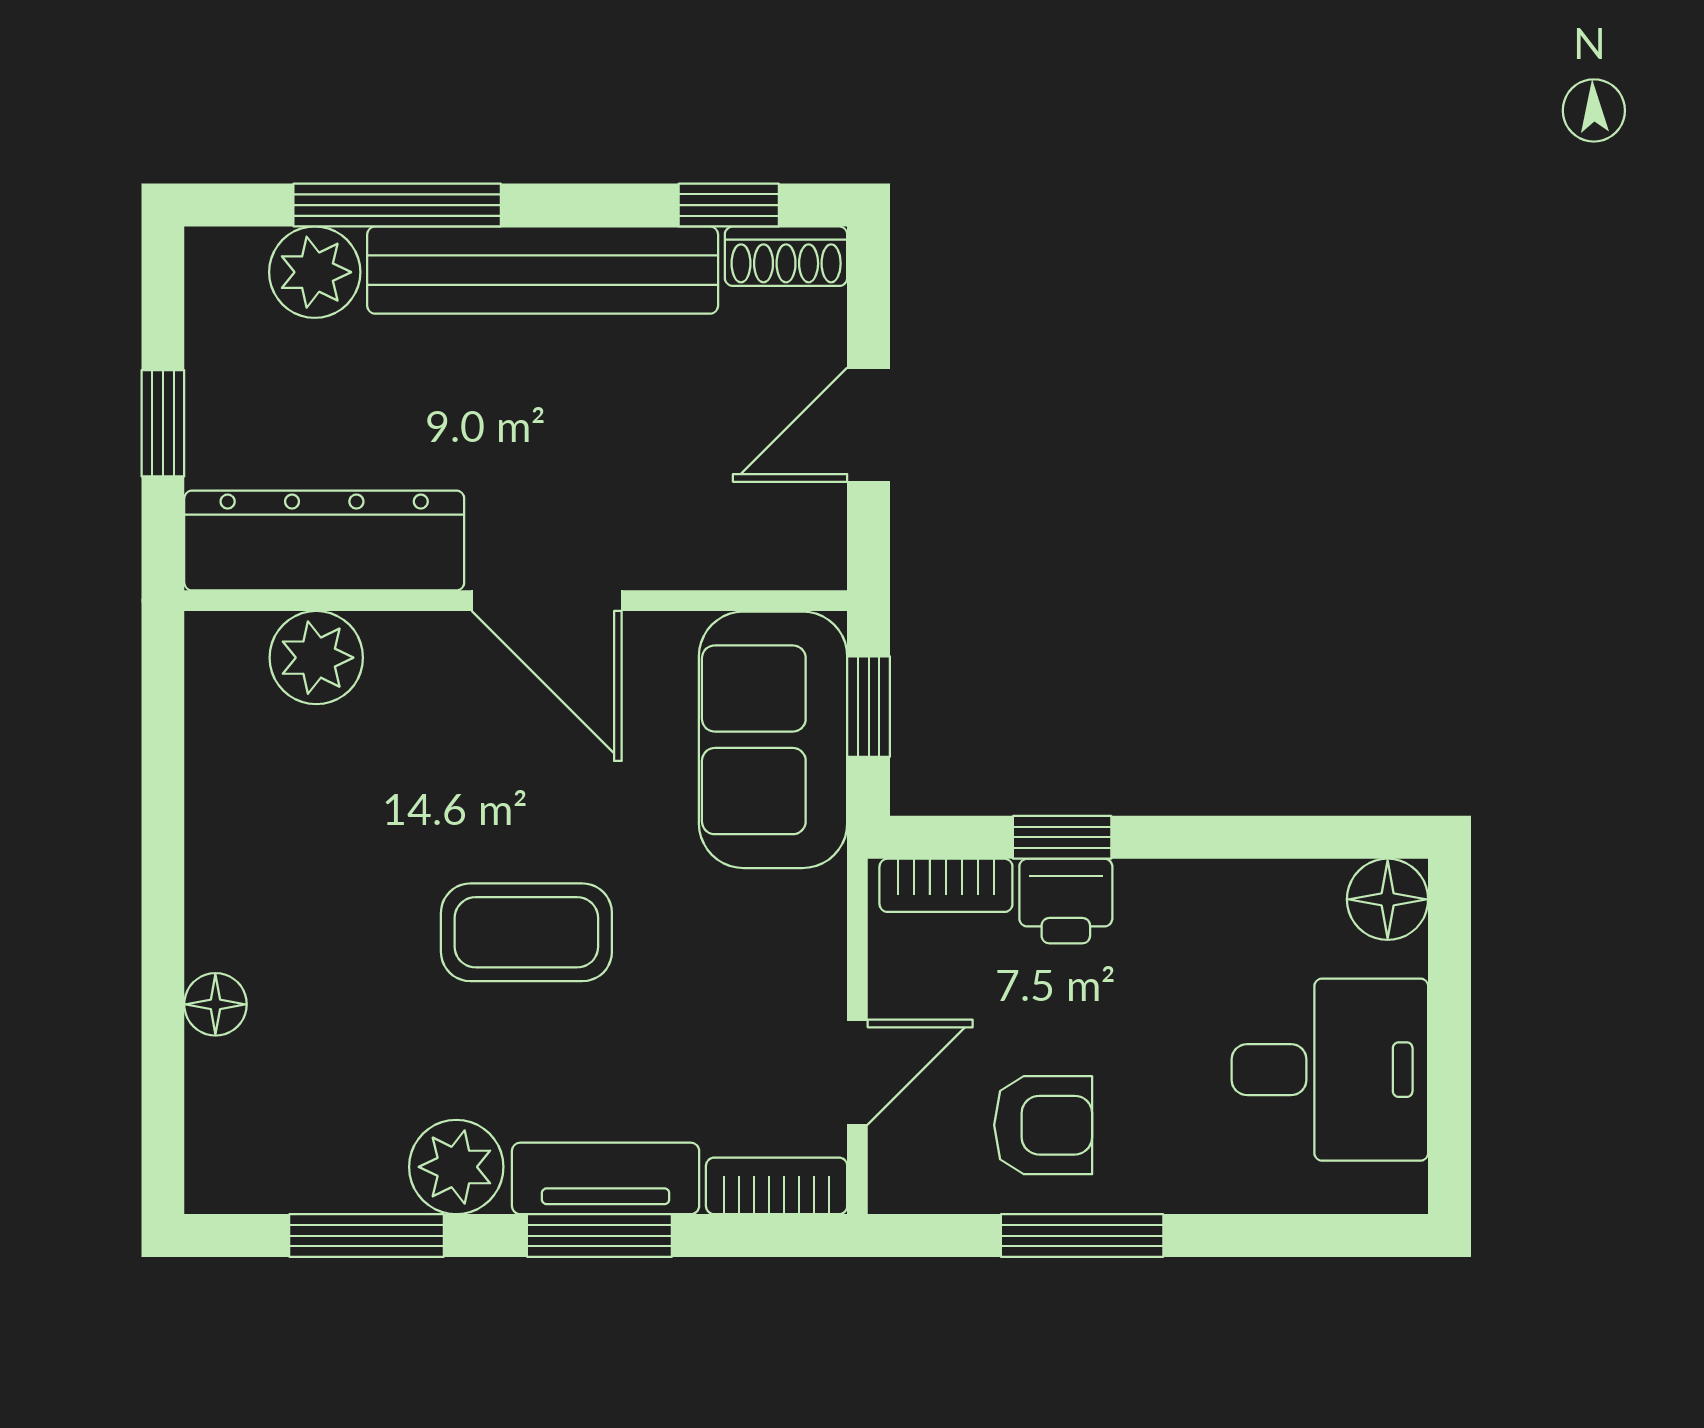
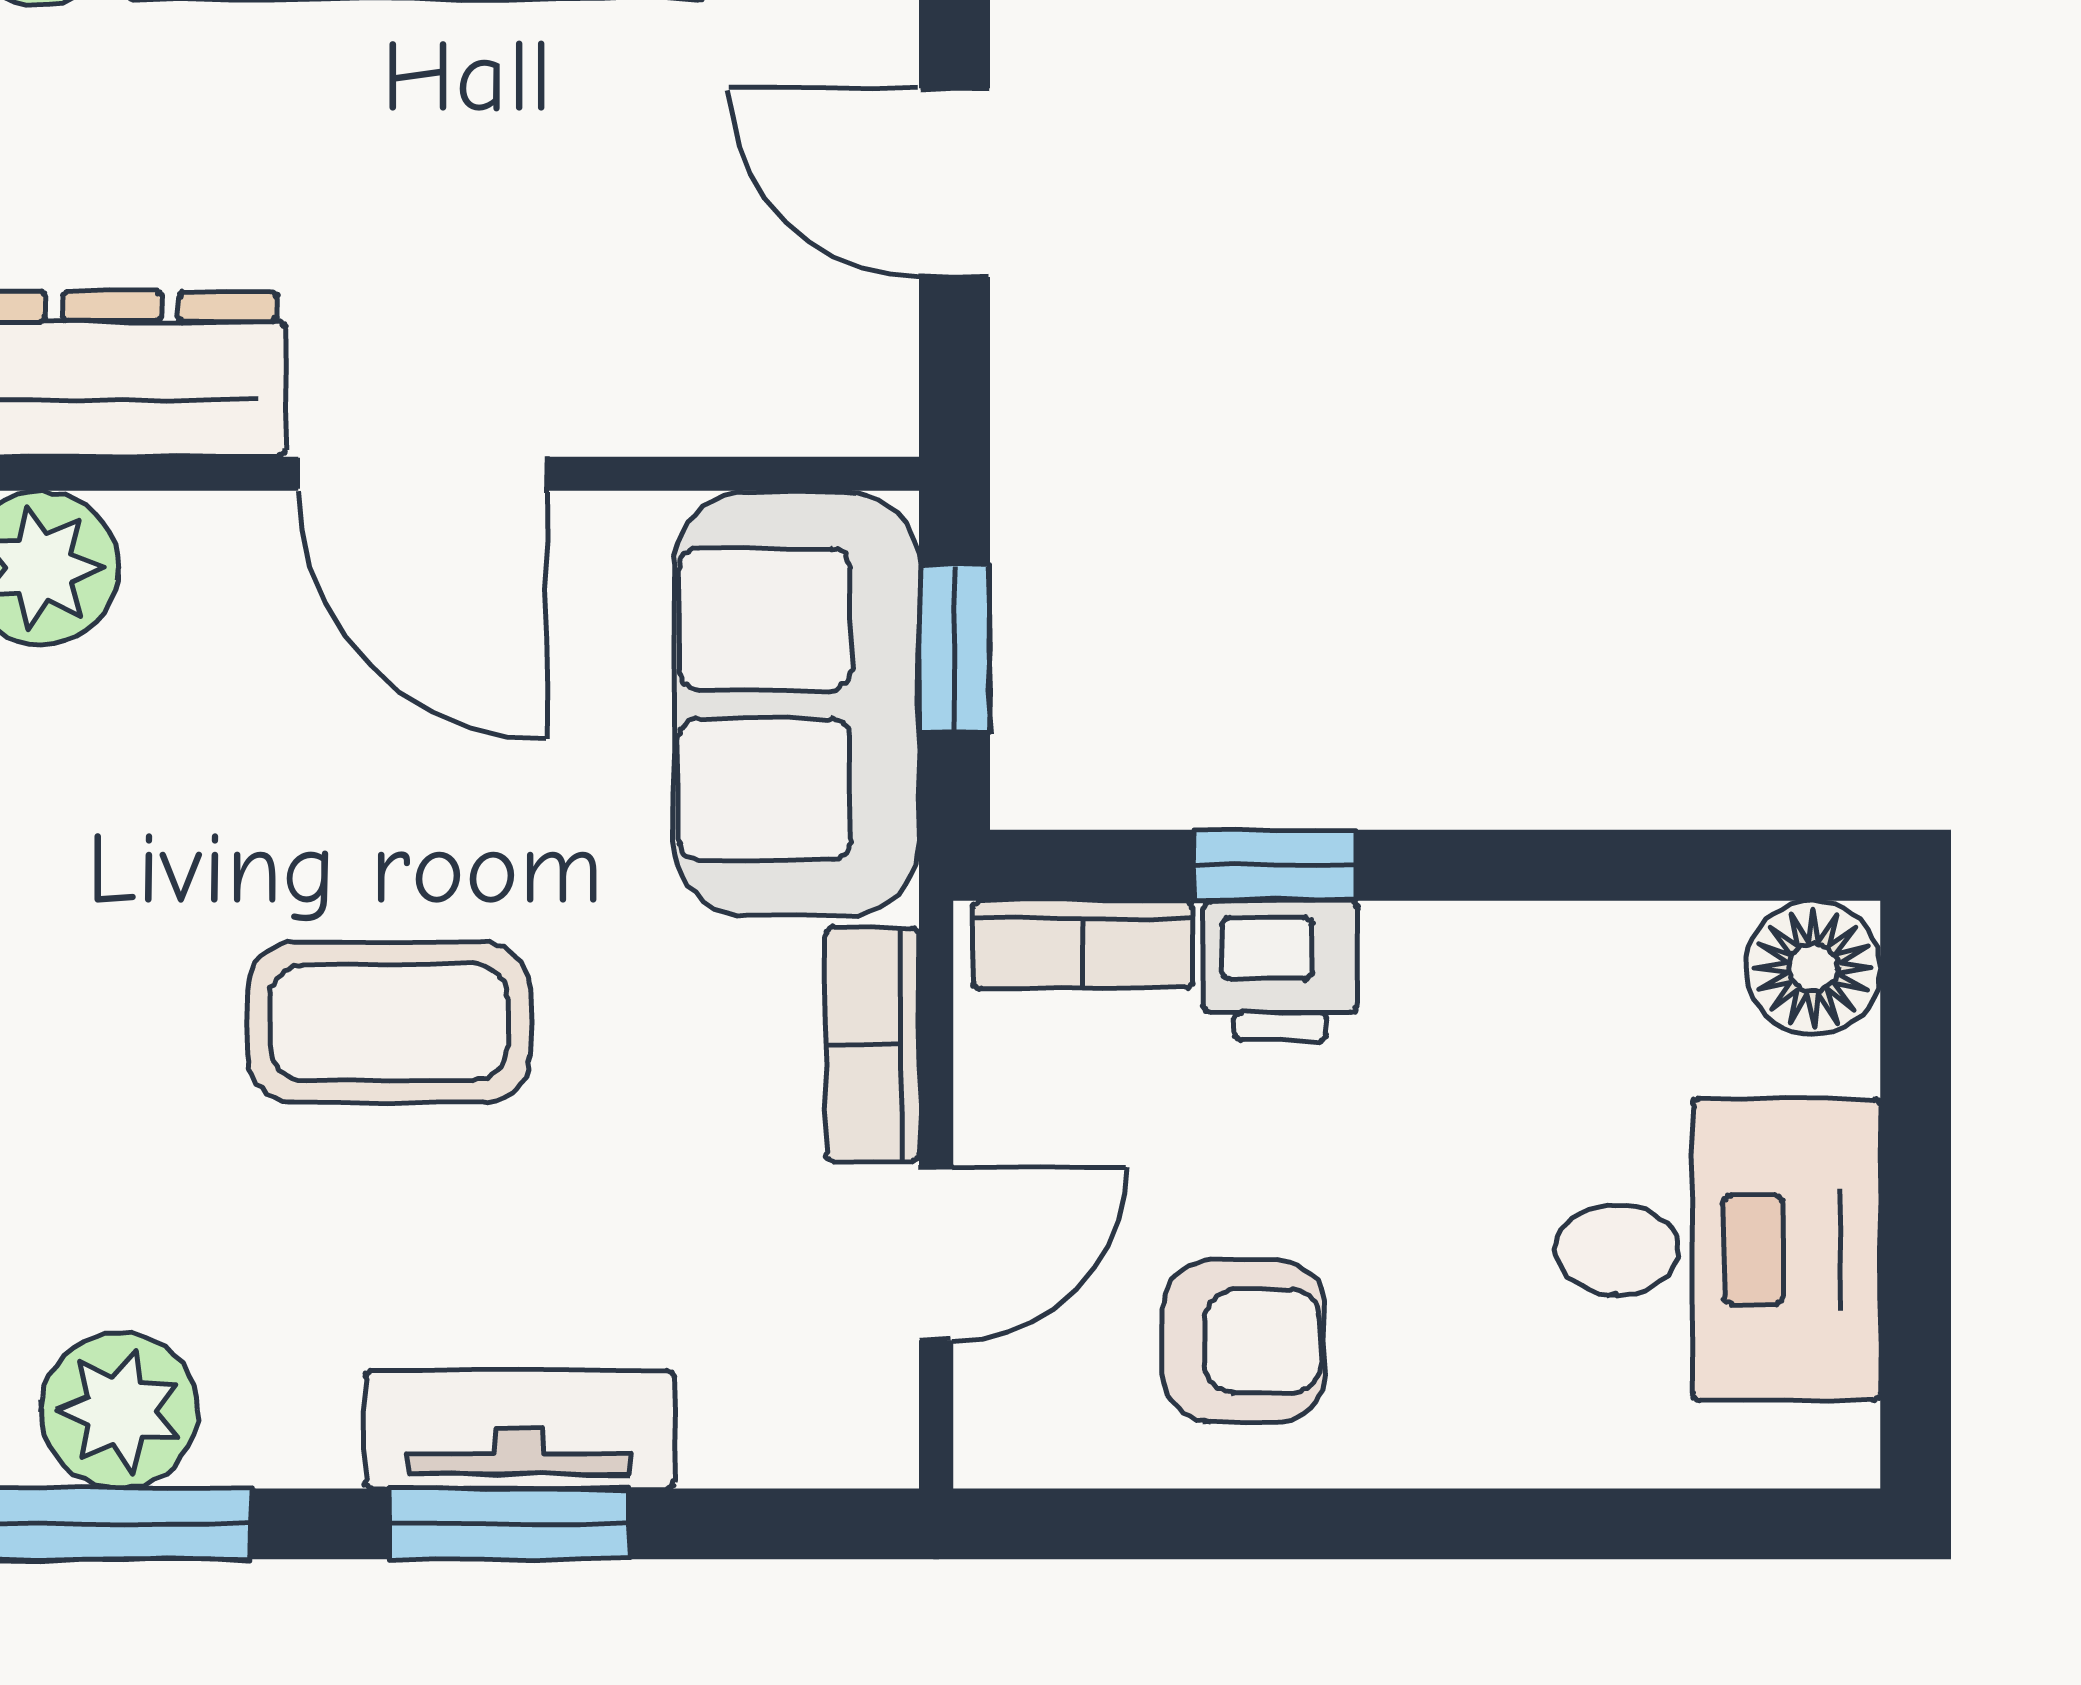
door: (869, 425) -> (955, 183), hinge flipped
plant: (456, 1167) -> (119, 1411), moved
bookcase: (777, 1186) -> (872, 1044), moved, turned -90
window: (1082, 1236) -> (1308, 1524), removed

